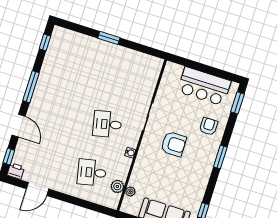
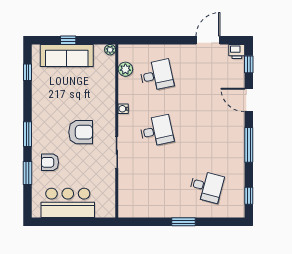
desk: (79, 62) -> (206, 186), added
window: (237, 103) -> (27, 173), moved
armchair: (209, 126) -> (50, 162), turned 90
armchair: (174, 144) -> (81, 132), turned 180
plant: (130, 191) -> (110, 50), moved

